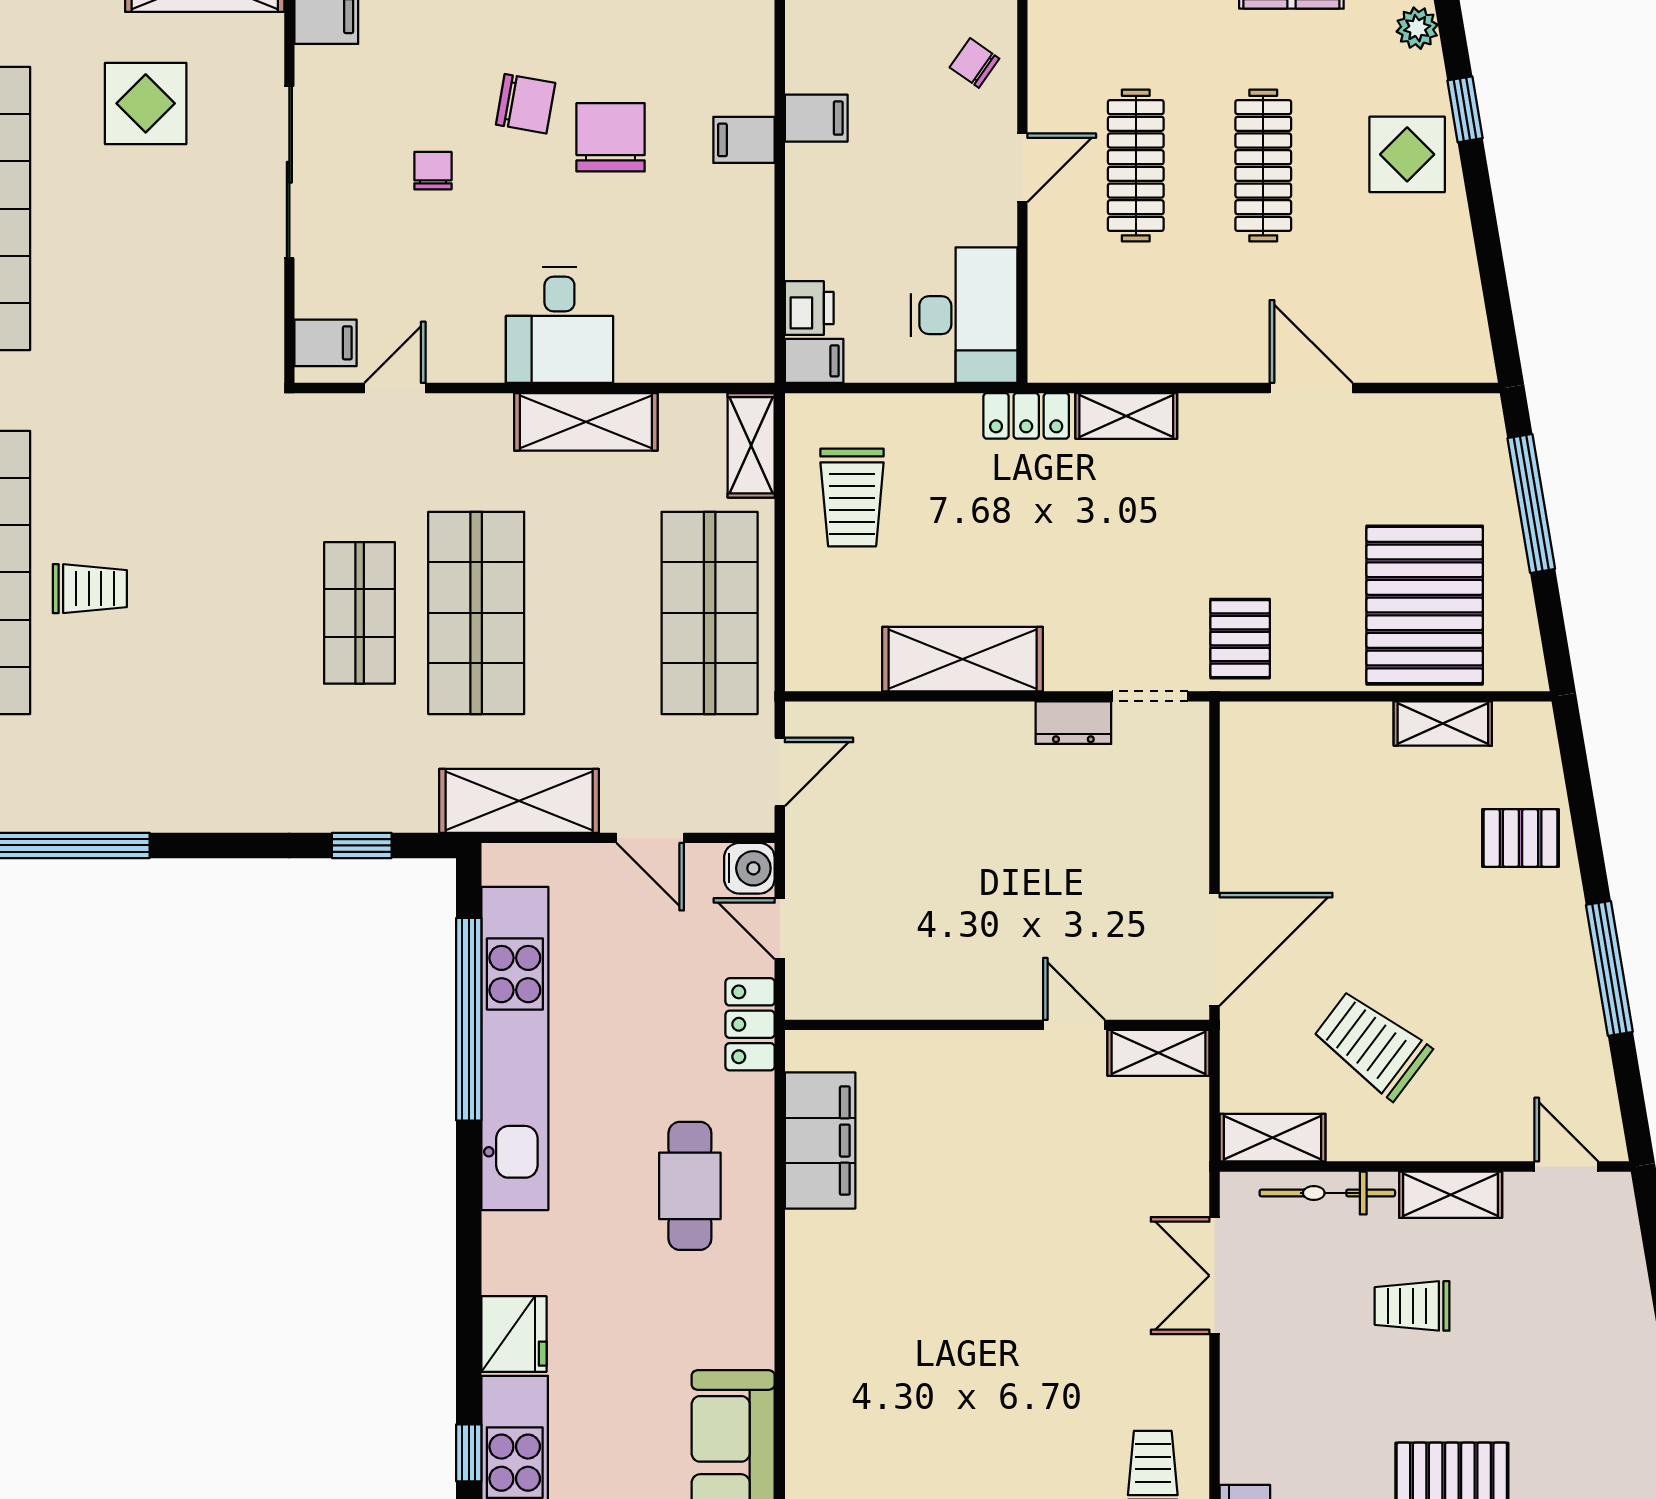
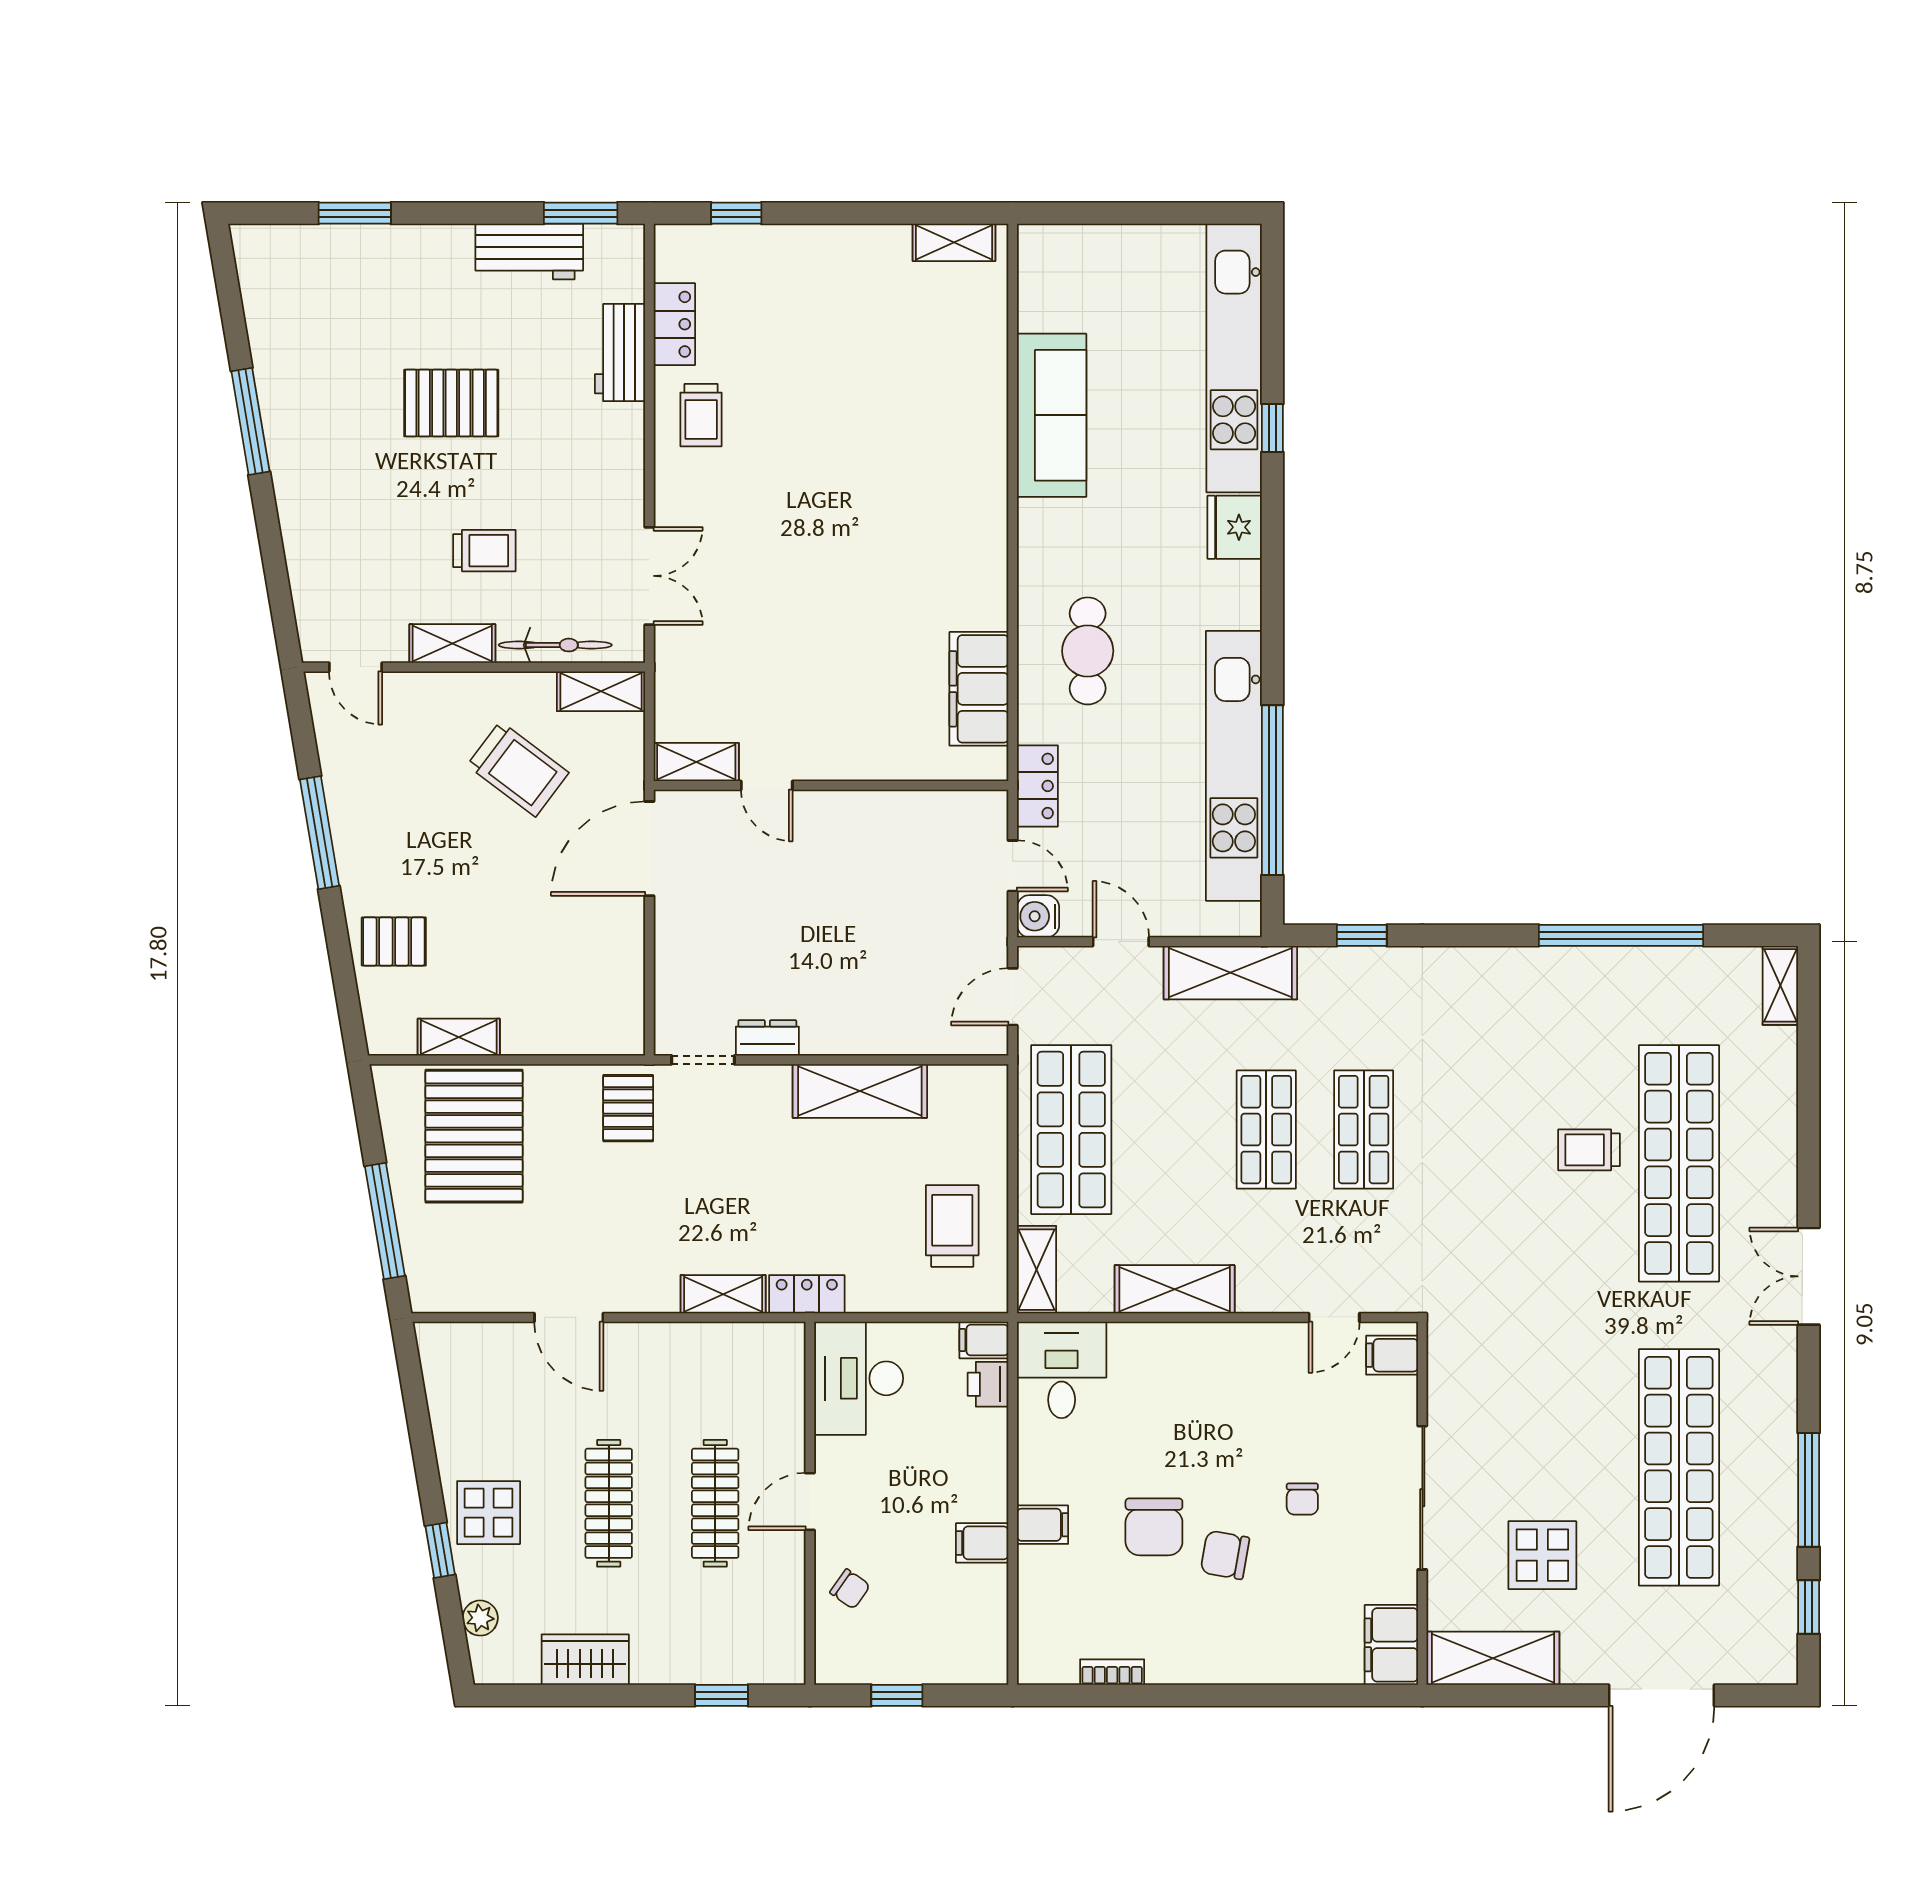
desk: (559, 325) -> (1062, 1370), moved
shop shelf: (476, 613) -> (1266, 1130), width x0.70, depth x0.74

